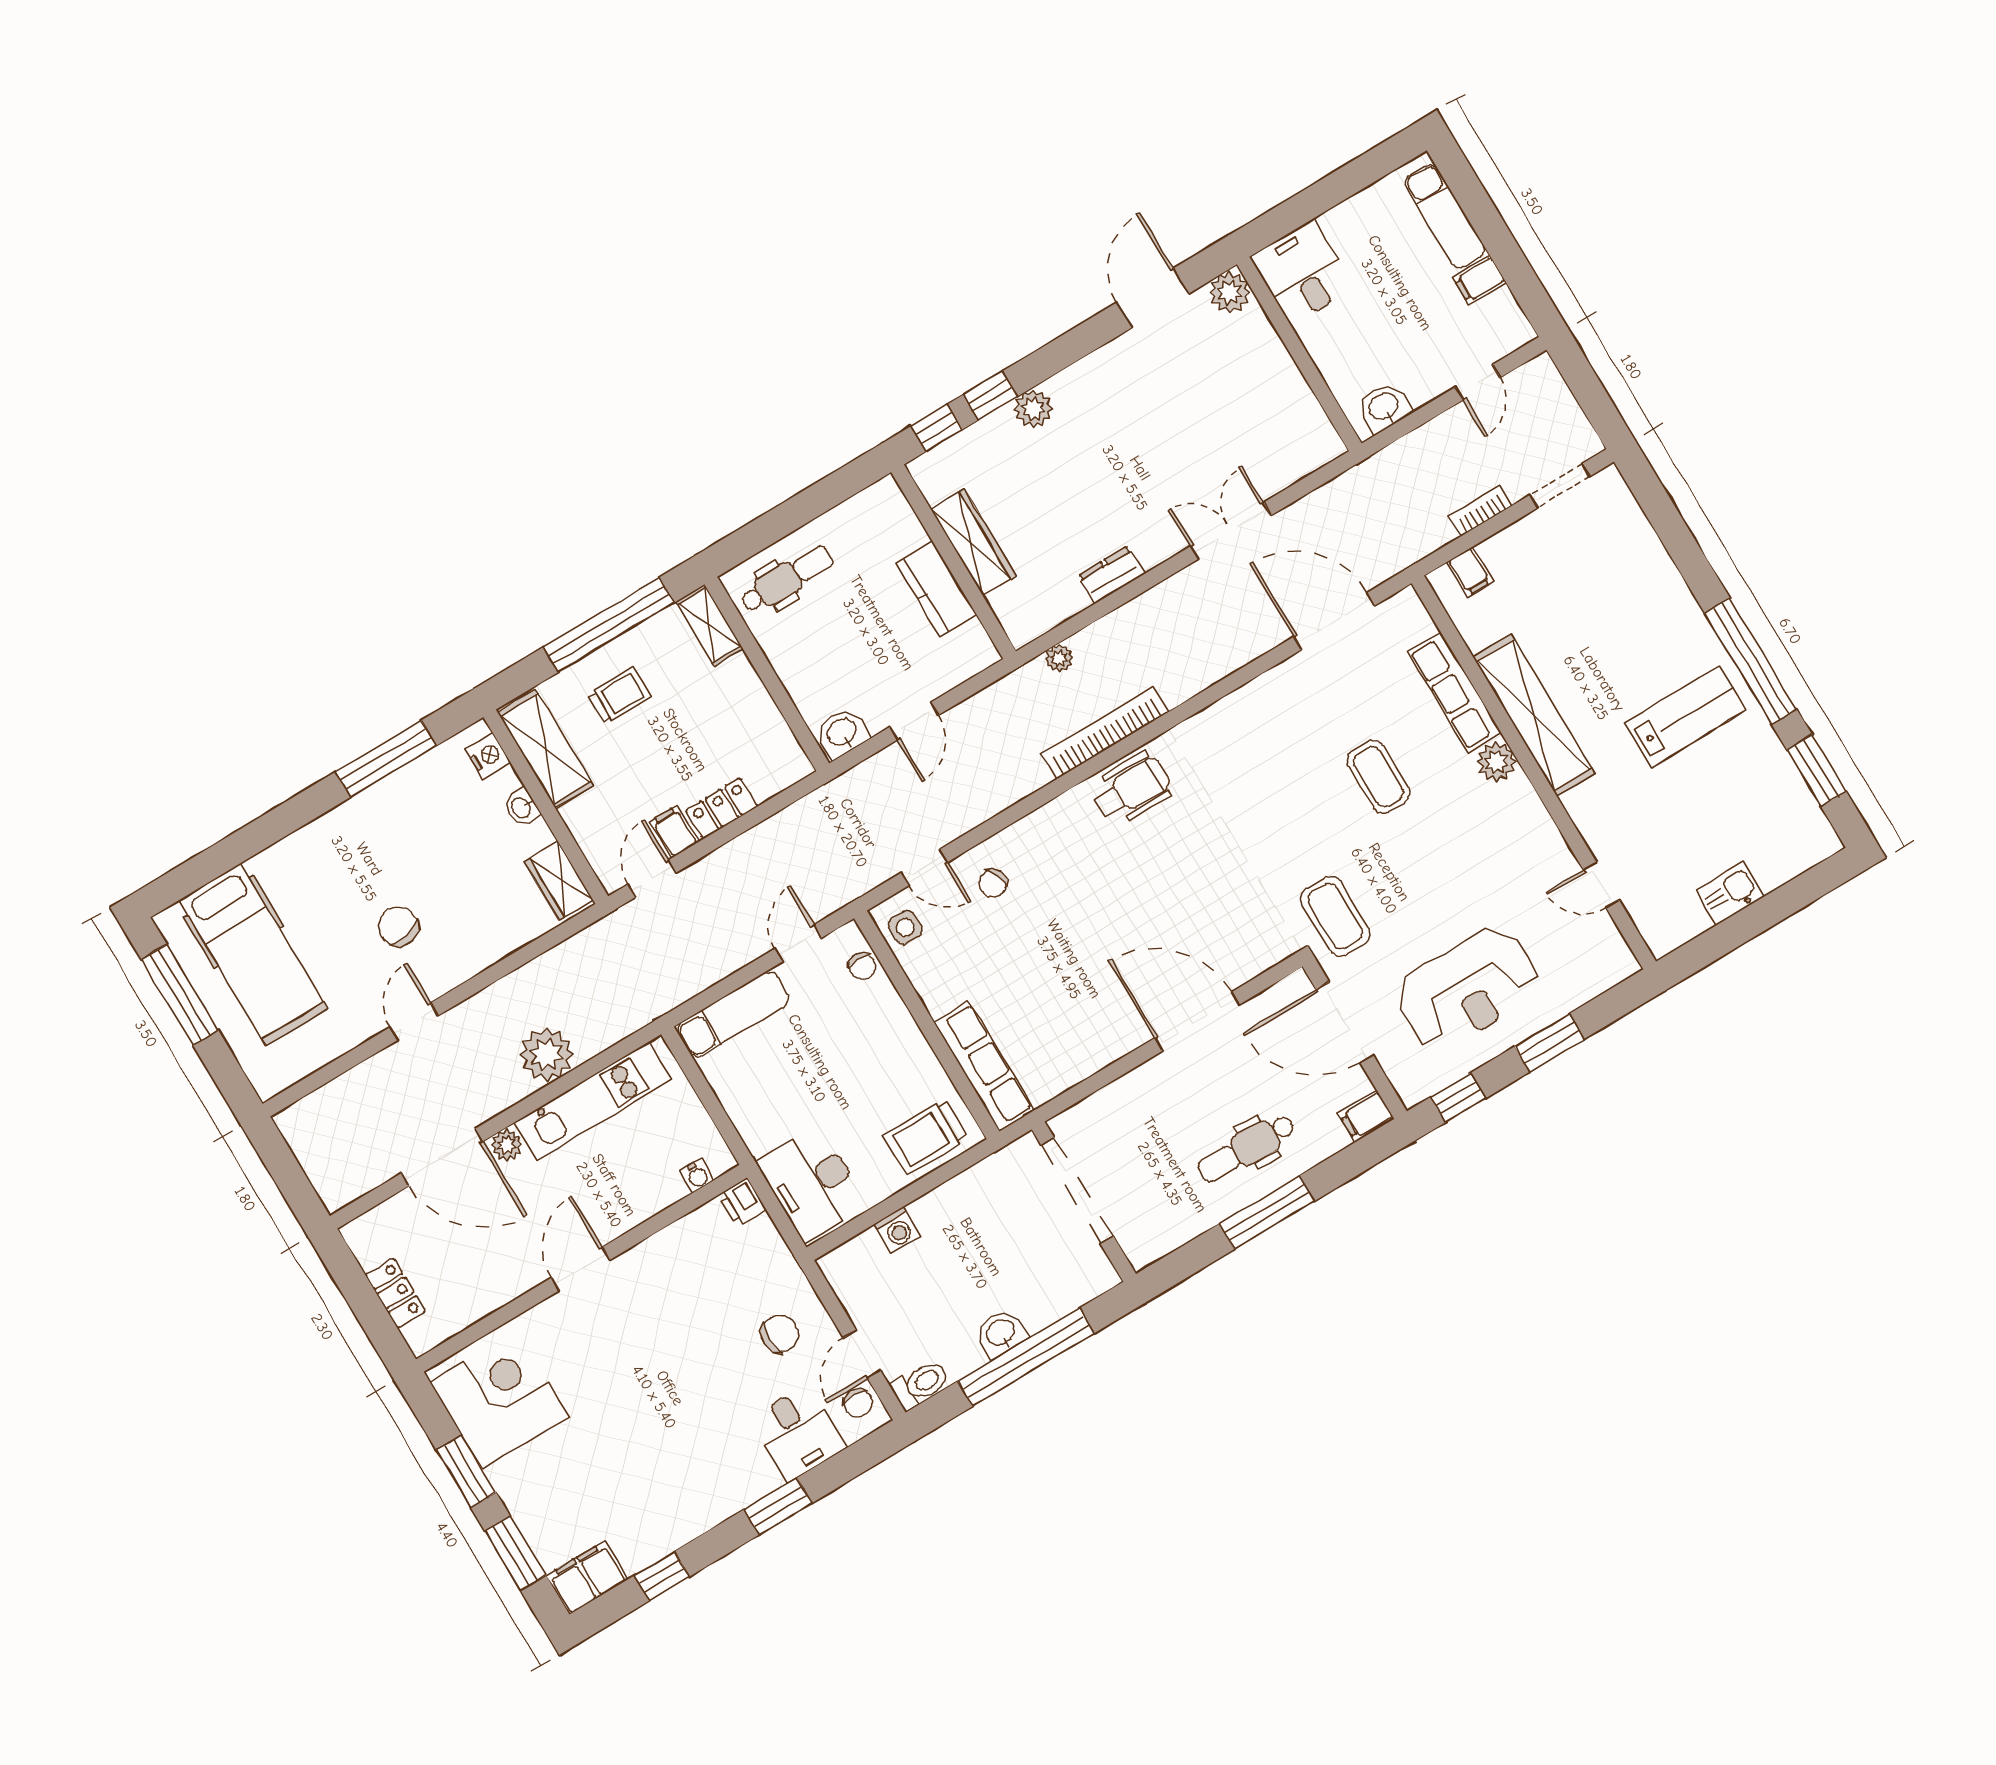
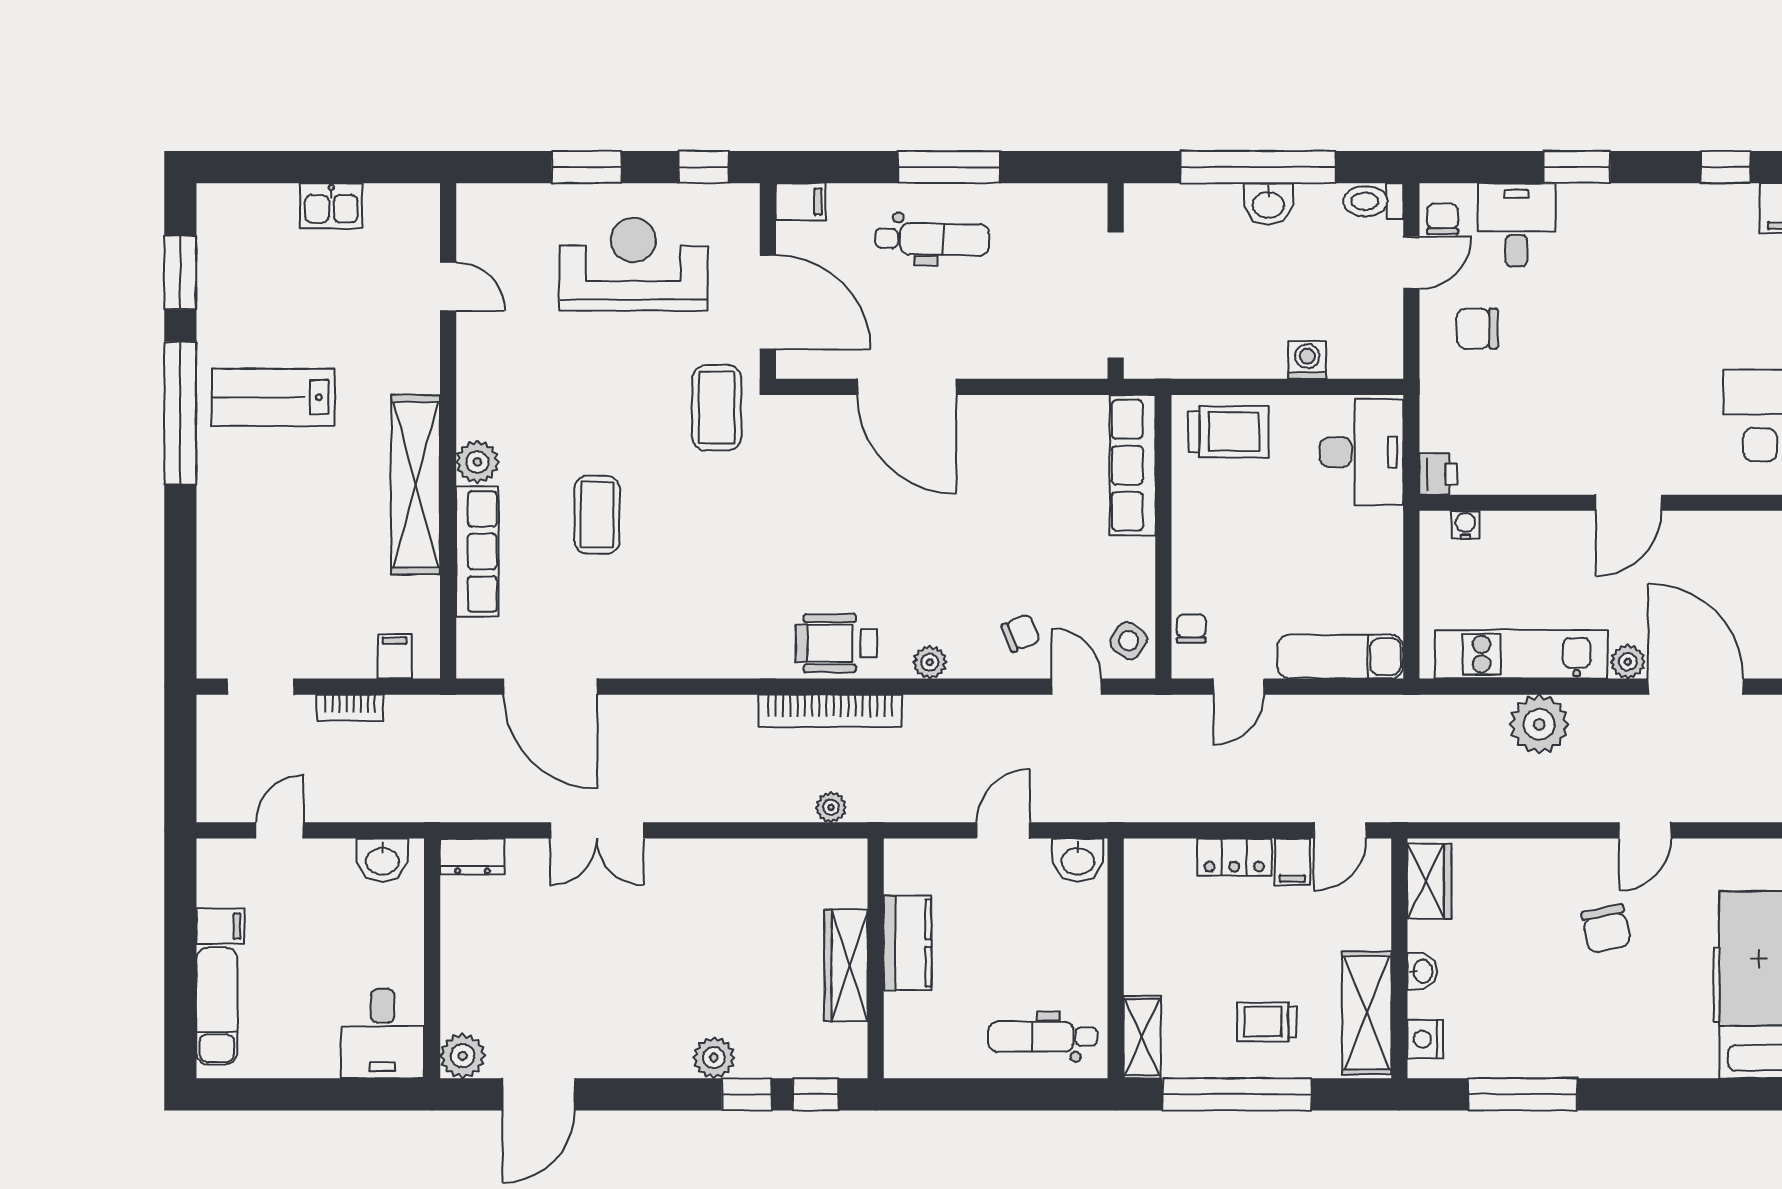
dresser: (1111, 575) -> (472, 857), moved
plant: (1050, 818) -> (930, 662), added
side table: (905, 928) -> (1129, 641), turned 35

